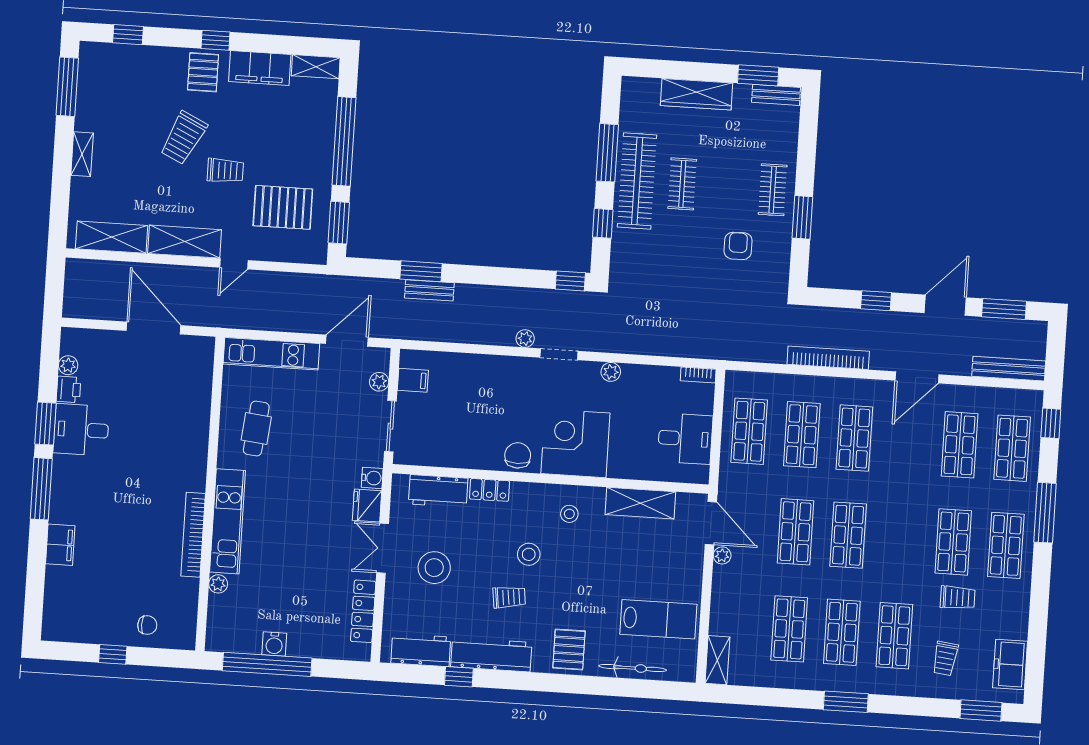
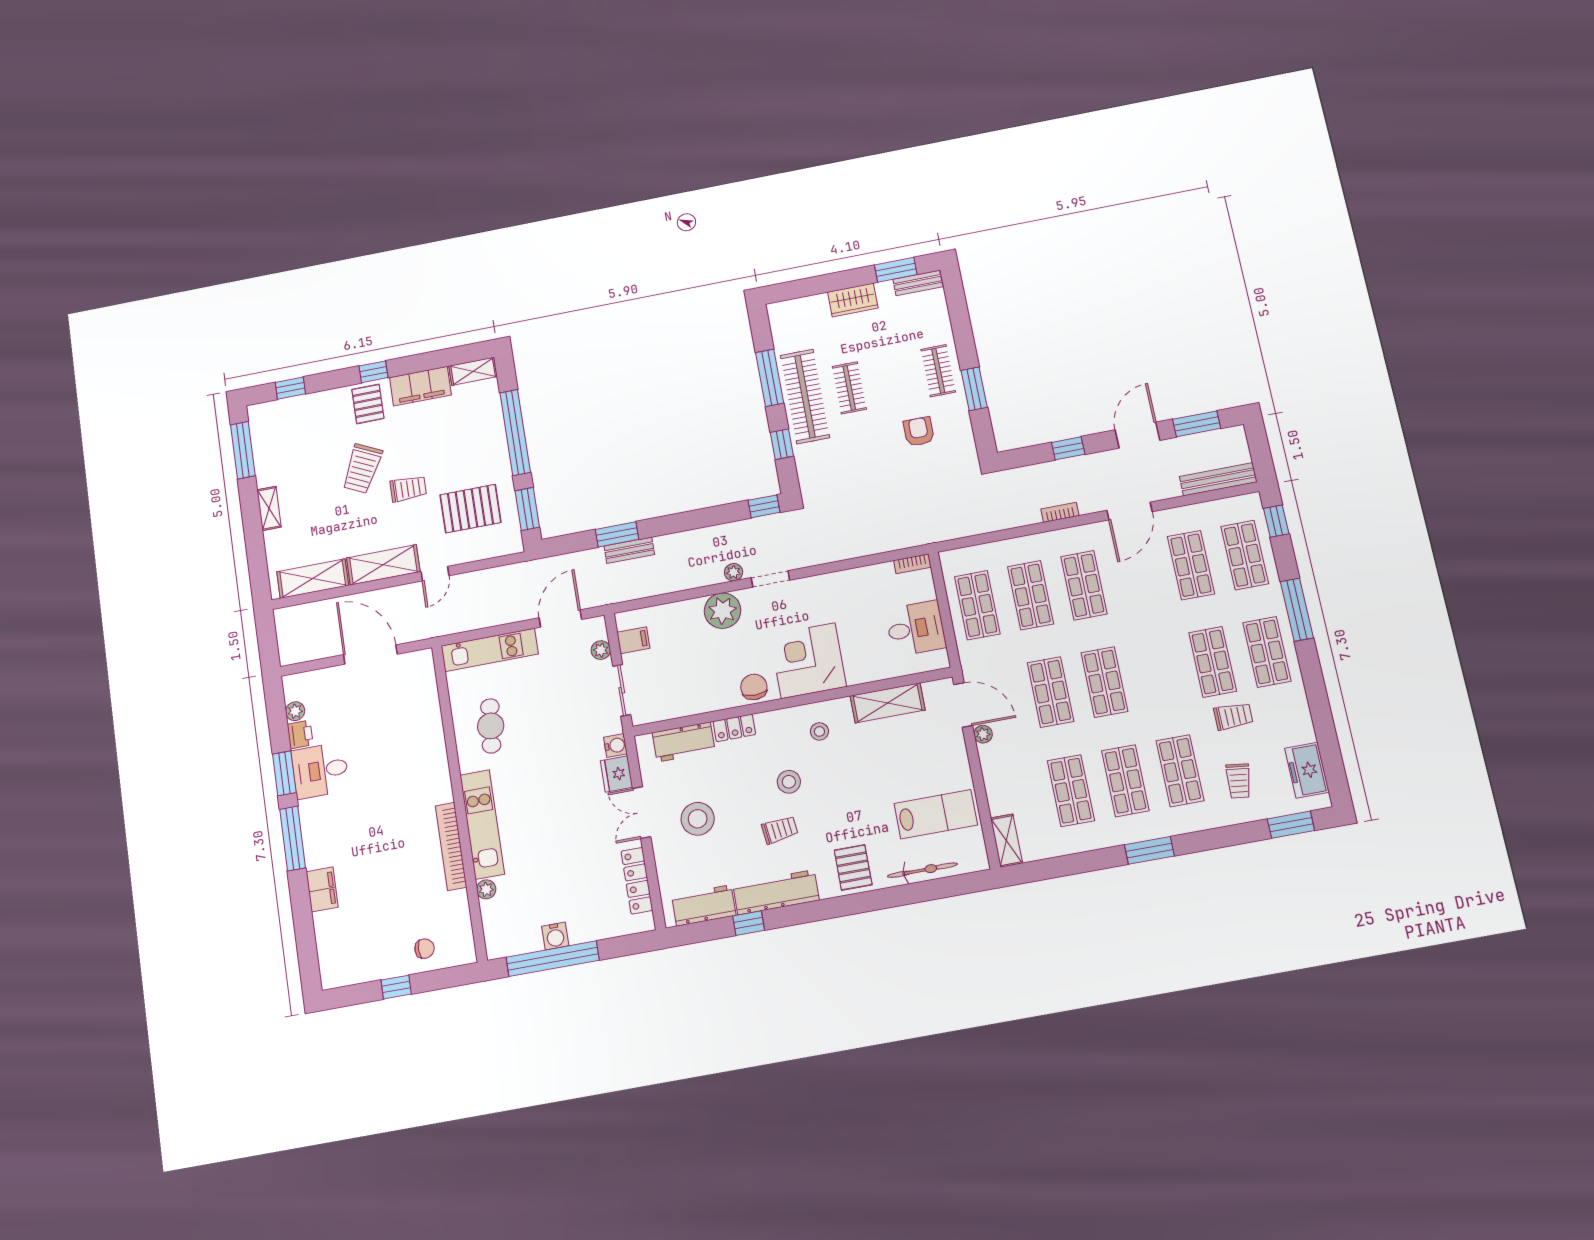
wardrobe: (697, 94) -> (853, 300), width x0.67
bookcase: (828, 358) -> (1060, 512), width x0.43, depth x0.76
plant: (611, 372) -> (723, 611), moved, width x1.87, depth x1.87

